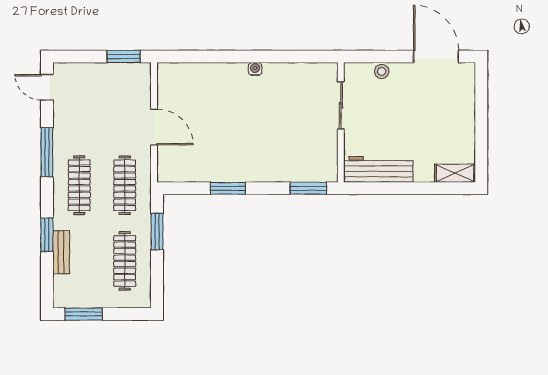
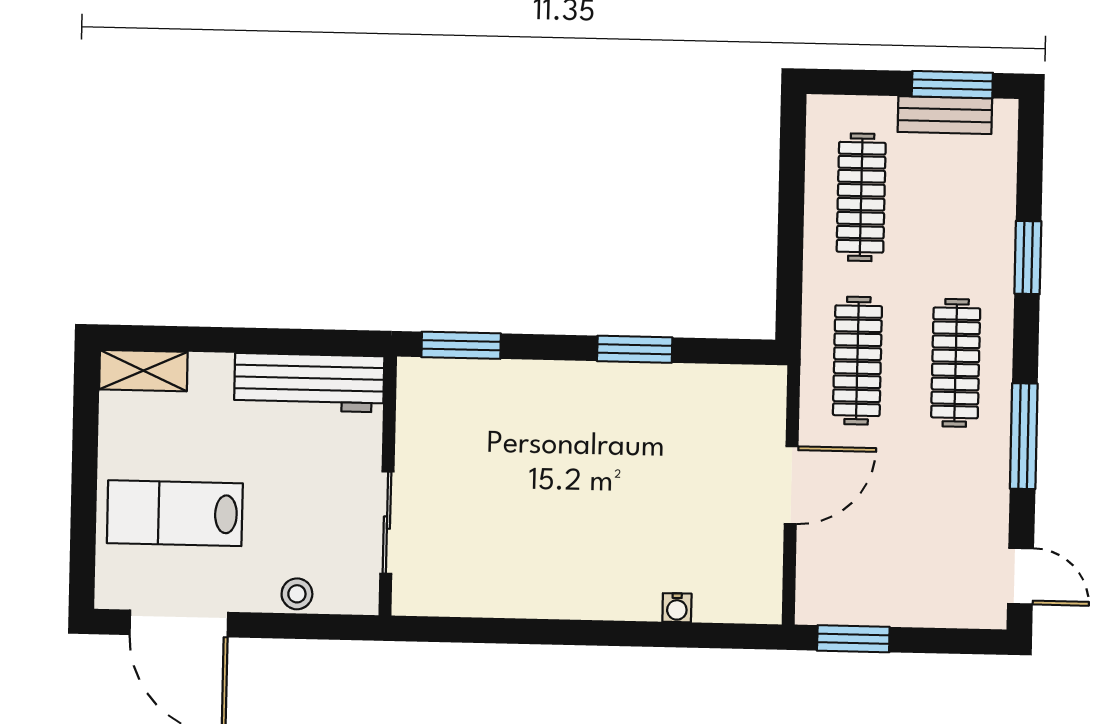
water cooler: (255, 69) -> (677, 608), moved
lab bench: (439, 107) -> (175, 513), added
door: (154, 127) -> (791, 485), swing flipped
window: (157, 231) -> (790, 259), removed
bench: (61, 252) -> (945, 115), moved, turned 90

